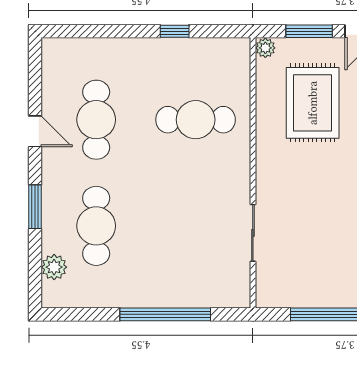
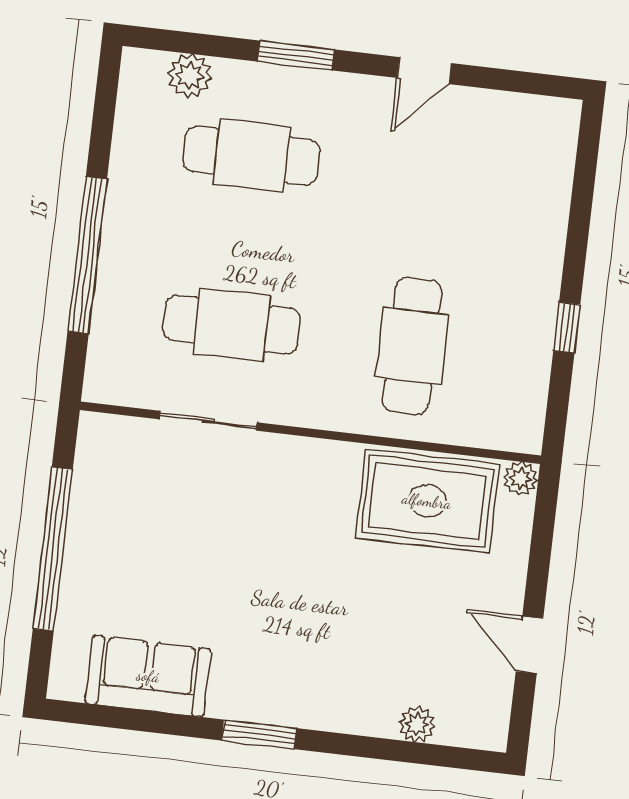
window: (309, 31) -> (540, 557), removed
rug: (313, 103) -> (427, 501), moved
cafe table: (96, 120) -> (232, 325), moved

